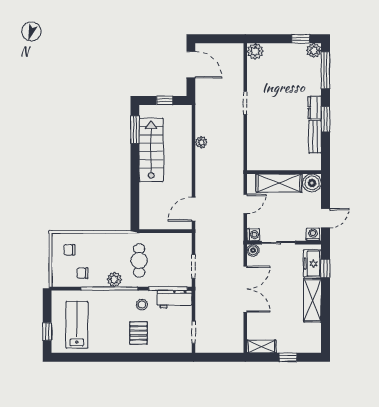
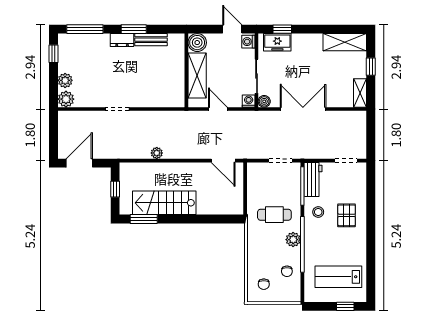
plant: (314, 50) -> (65, 80), moved
shelving: (312, 300) -> (345, 42), moved
pallet: (138, 333) -> (347, 215), turned 90

